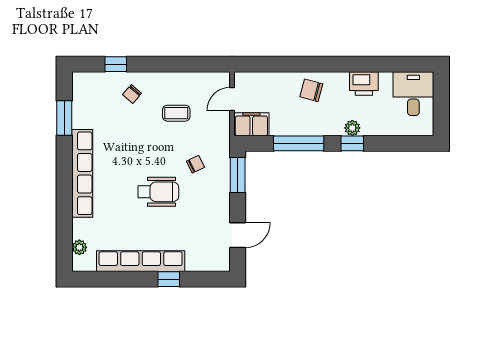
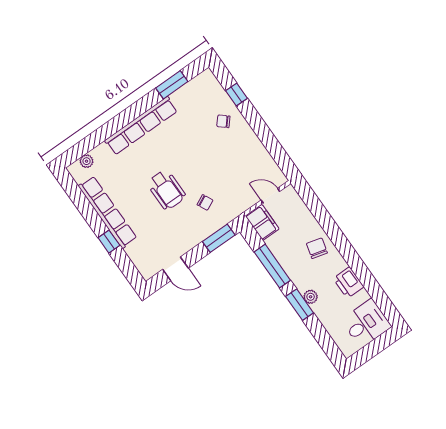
coffee table: (176, 113) -> (232, 163), removed
window: (352, 143) -> (300, 305), width x1.50

